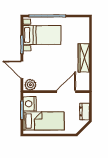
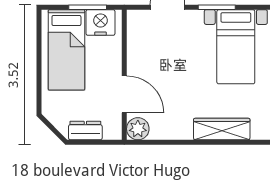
wardrobe: (84, 58) -> (222, 129), moved
plant: (30, 85) -> (138, 129), moved

